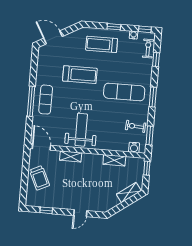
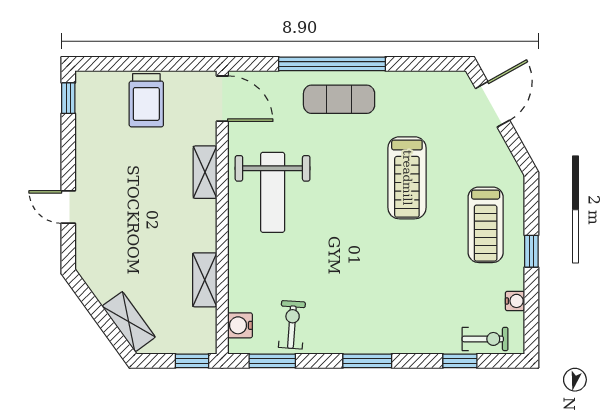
window: (145, 29) -> (531, 328), removed
treadmill: (102, 44) -> (486, 225), turned 180
exercise mat: (124, 92) -> (374, 290), removed
window: (31, 101) -> (332, 64), width x1.46
weight bench: (81, 130) -> (273, 192), turned 90
door: (41, 147) -> (222, 99), hinge flipped
trolley: (39, 178) -> (146, 100), turned -65
window: (46, 210) -> (68, 98), moved

